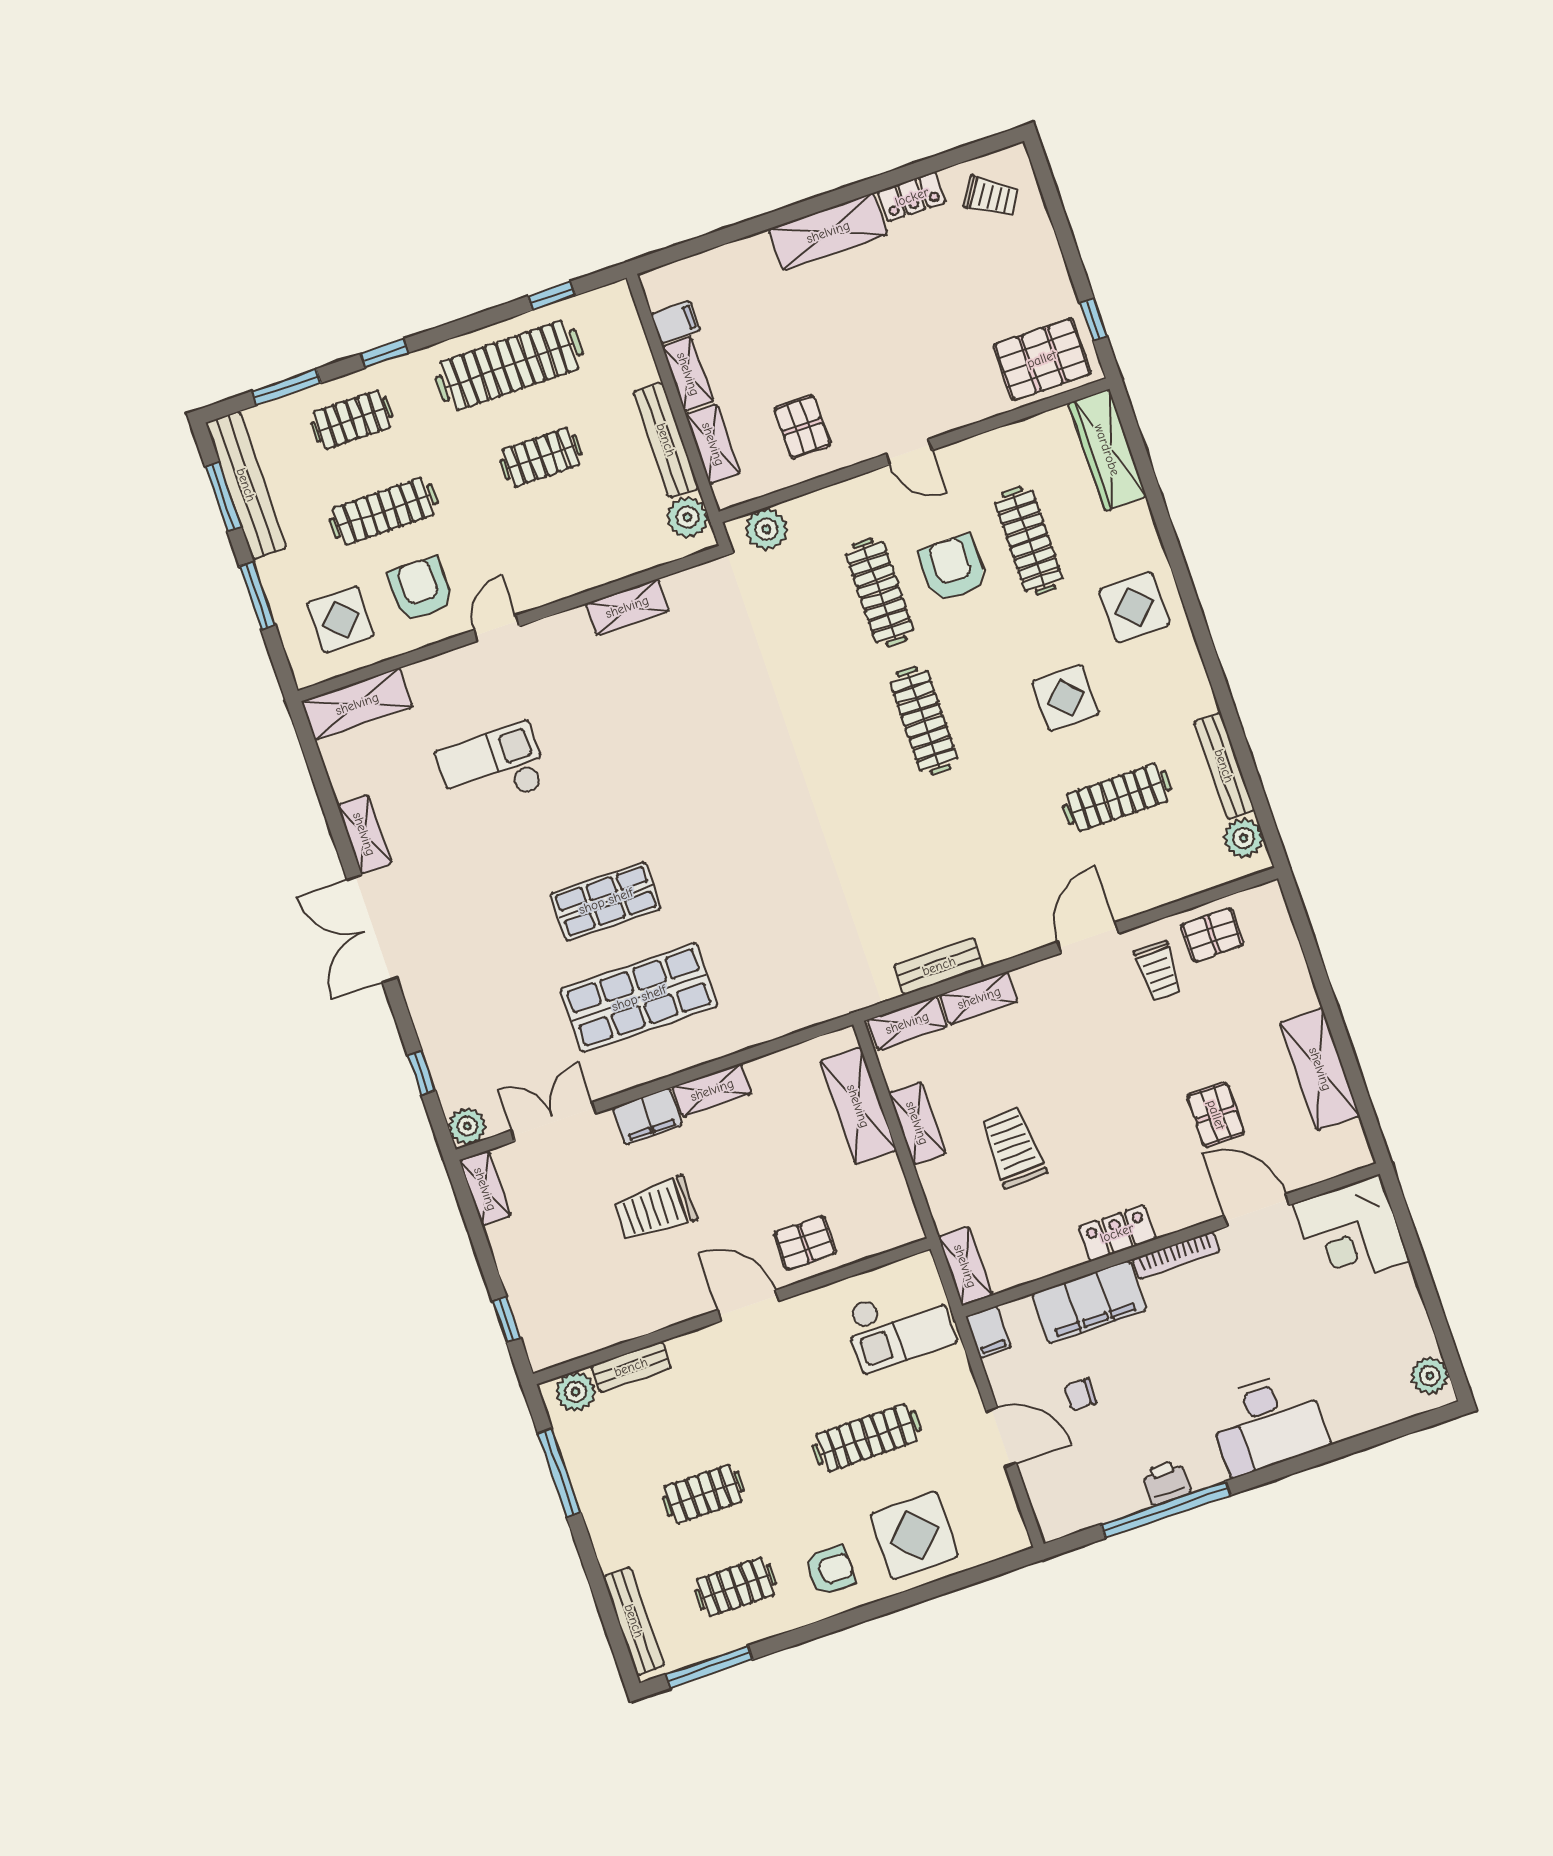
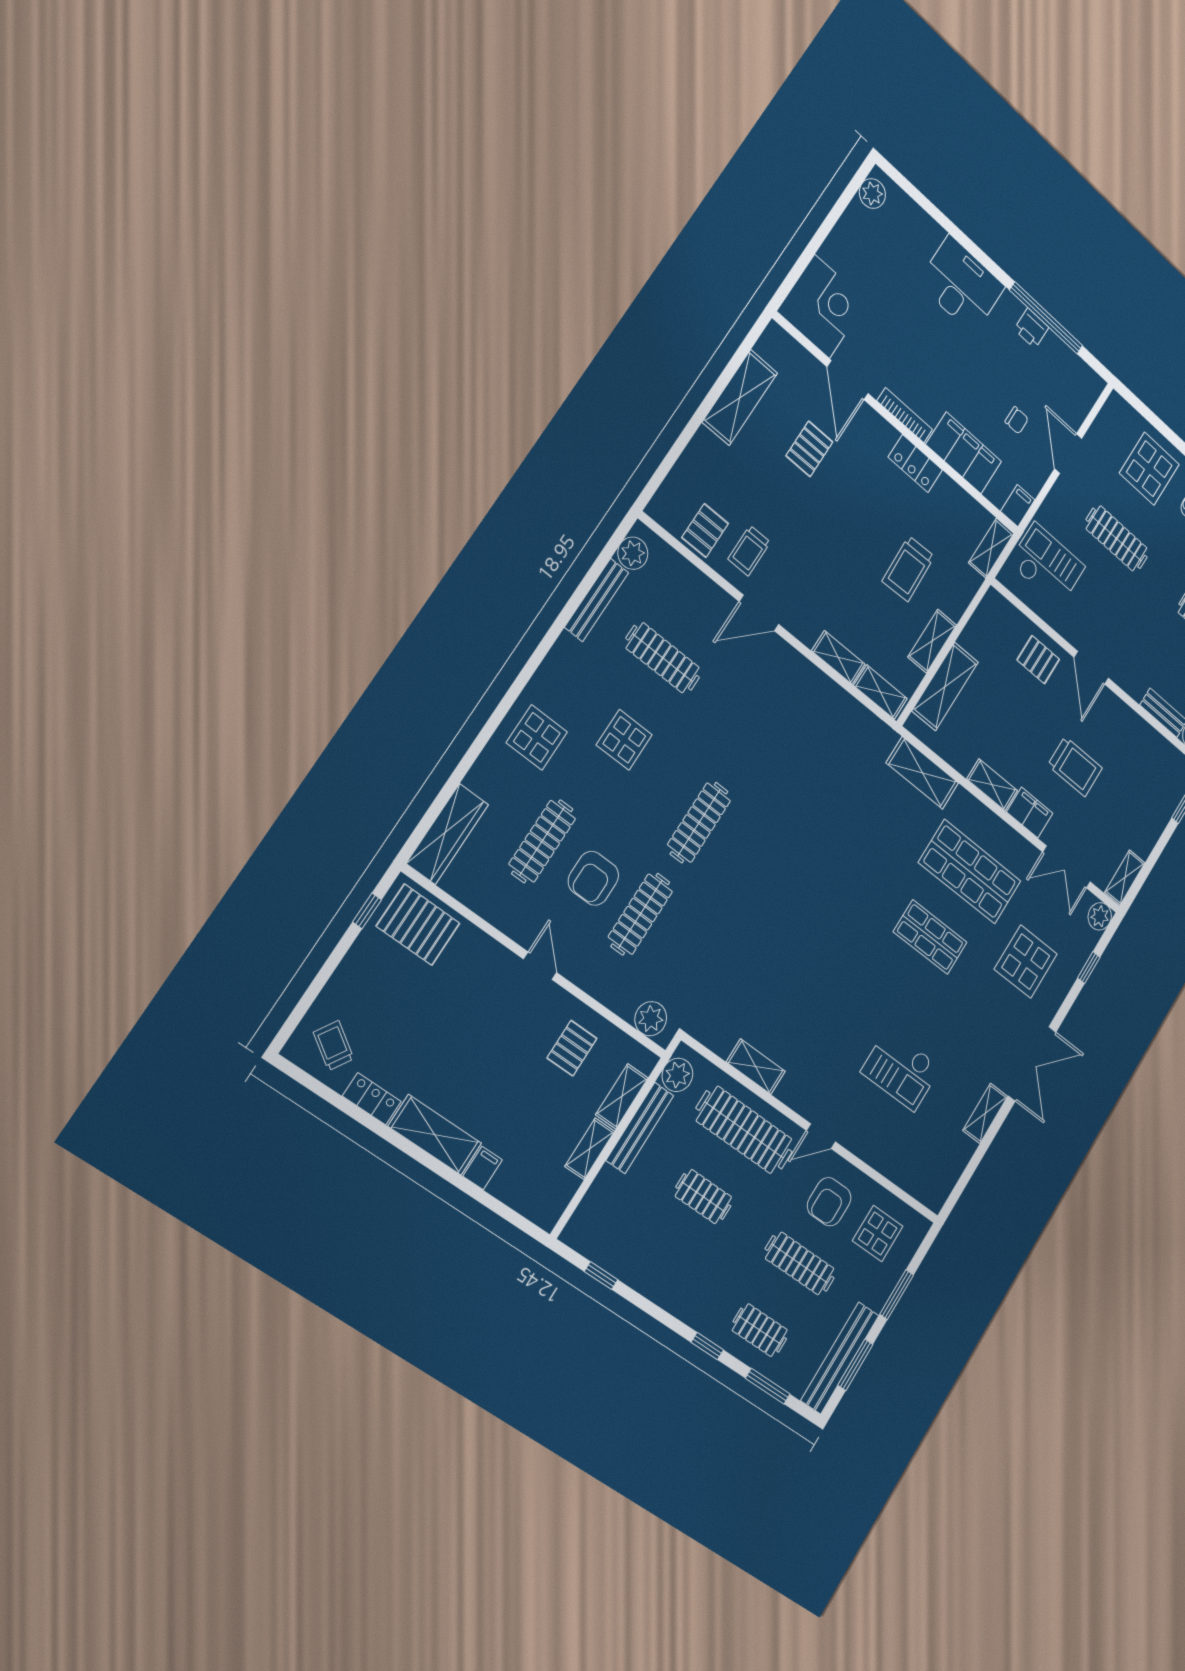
filing cabinet: (676, 322) -> (483, 1168), moved, turned 90
clothes rail: (509, 365) -> (744, 1130), moved
shelving: (357, 704) -> (922, 773), moved
pallet: (1212, 935) -> (705, 531), turned 90
bench: (939, 966) -> (836, 698), removed
trolley: (1159, 971) -> (749, 551), turned 180
display table: (490, 999) -> (1026, 962), added

